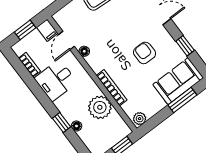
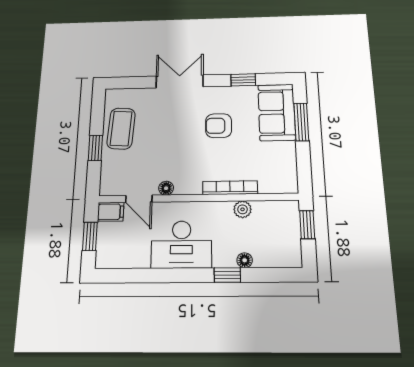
bookcase: (29, 65) -> (132, 262), removed
desk: (56, 80) -> (181, 244), width x1.37
plant: (100, 107) -> (242, 209), width x0.53, depth x0.53
plant: (140, 119) -> (289, 182), removed

